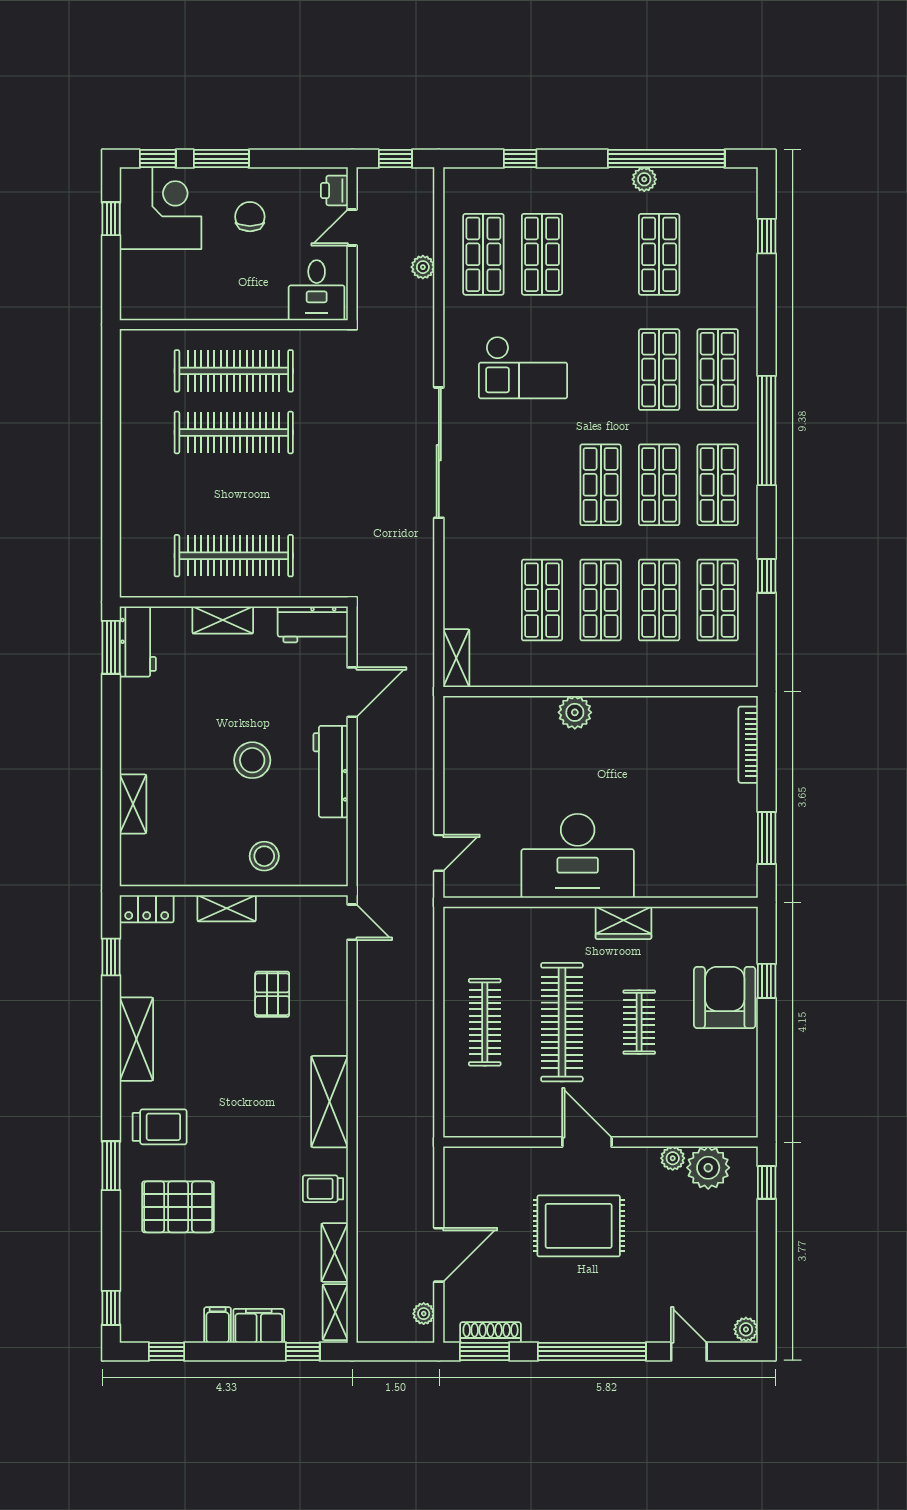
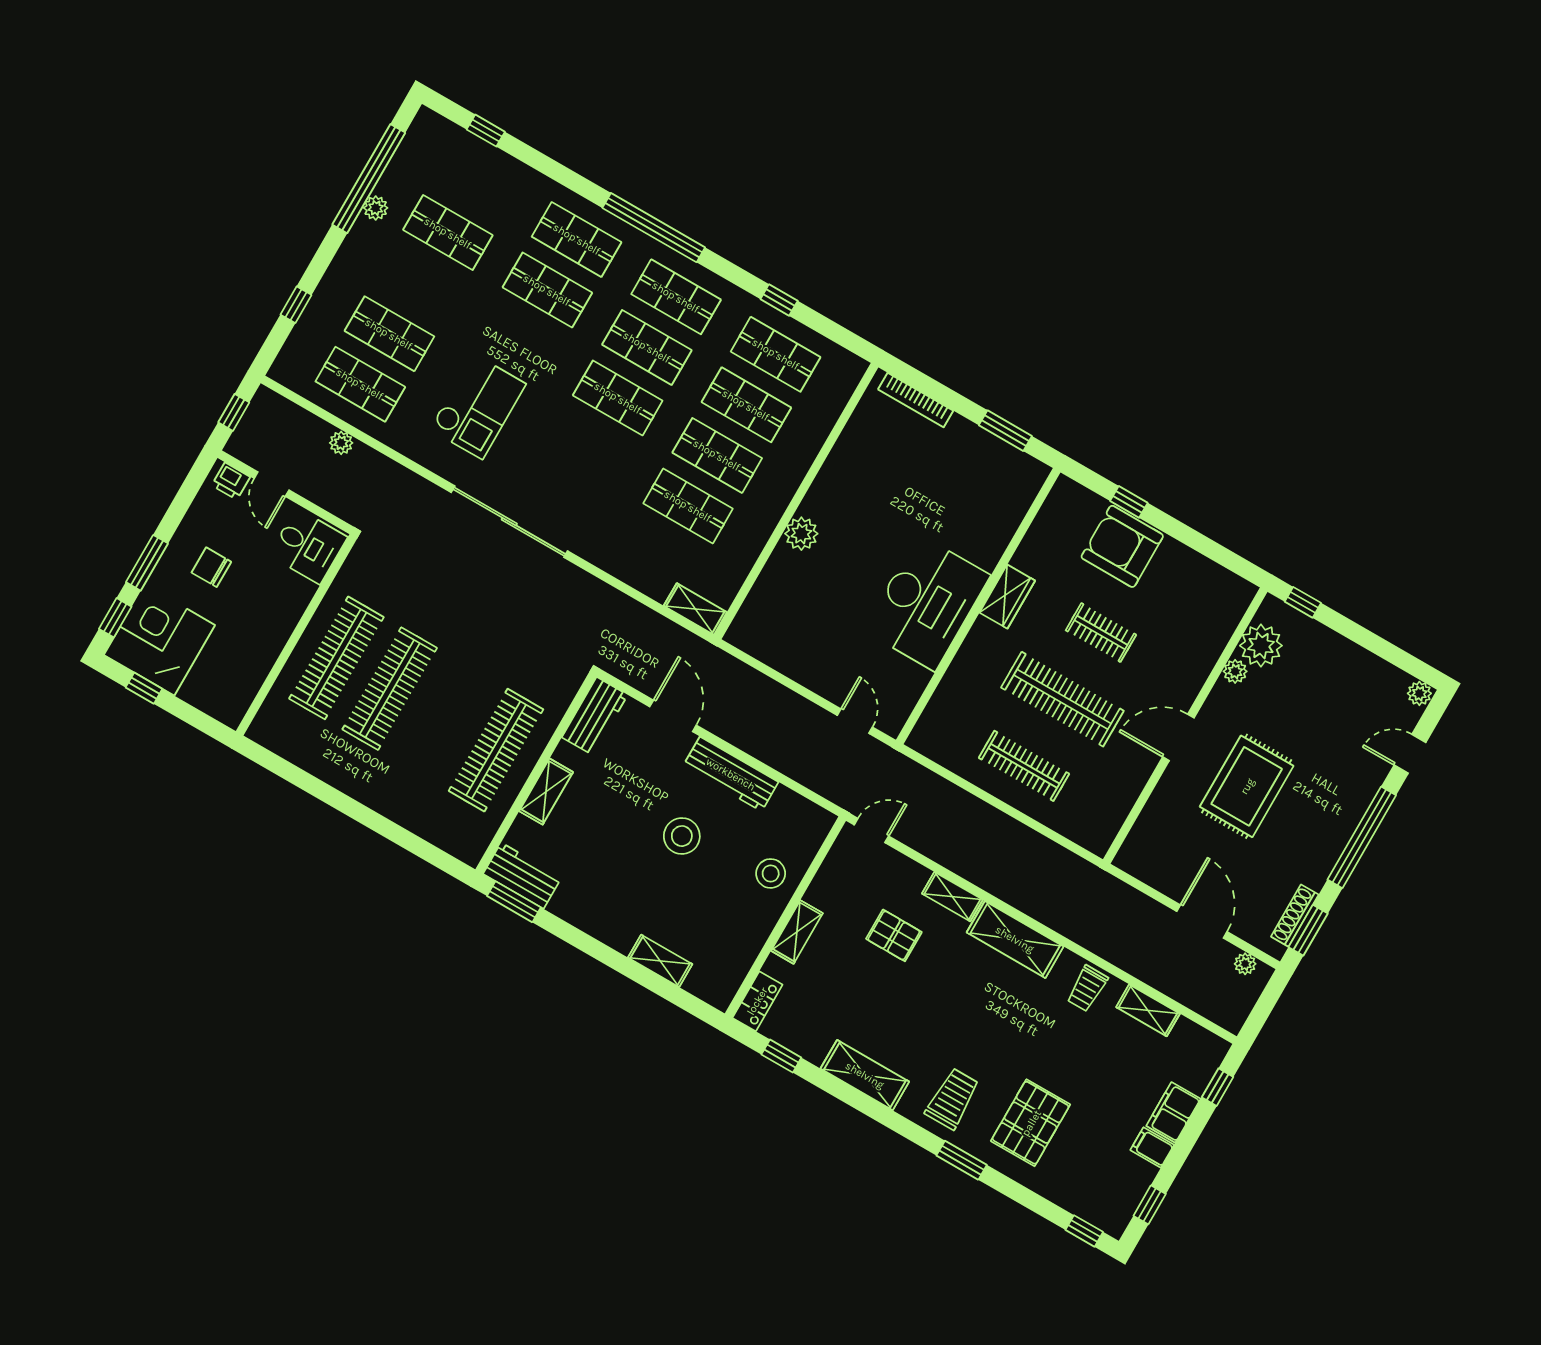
shelving: (335, 1312) -> (952, 897), moved

